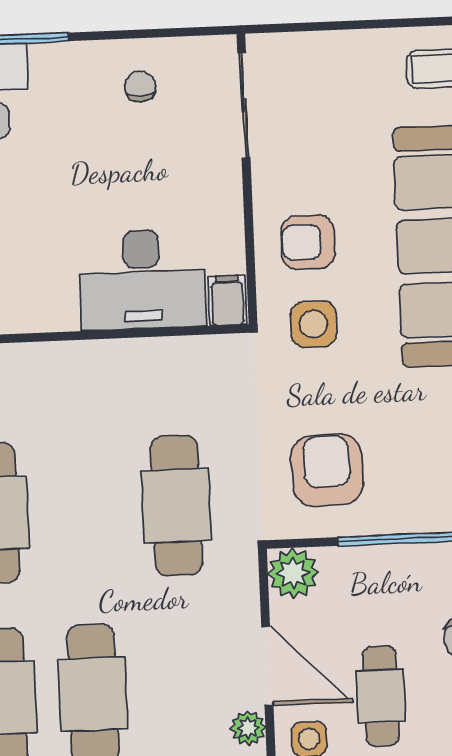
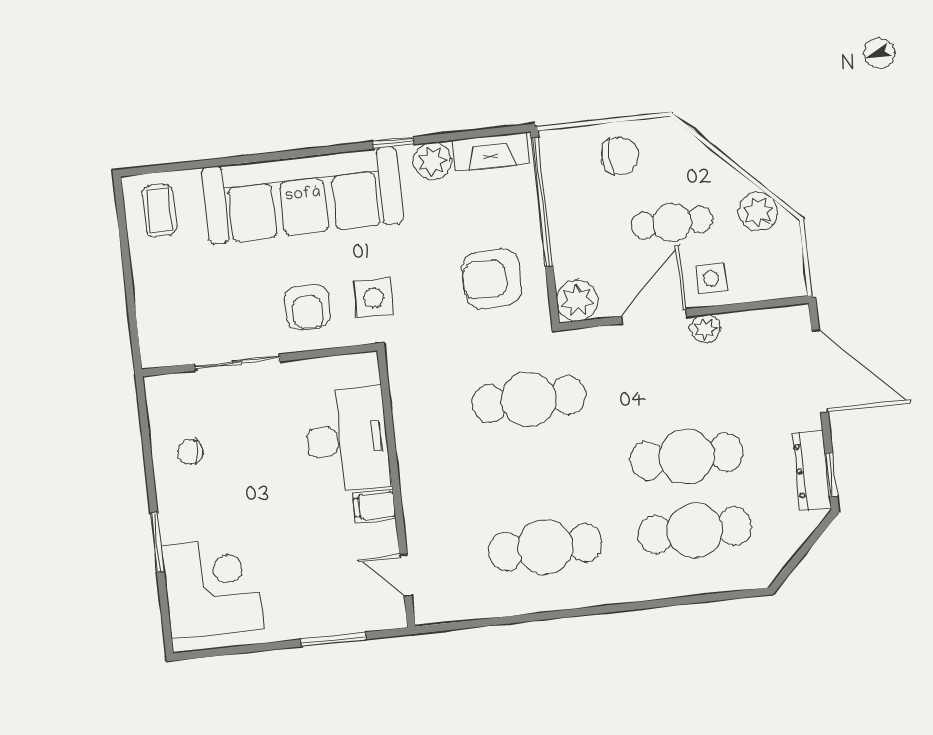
sliding door: (244, 105) -> (237, 362), moved
filing cabinet: (227, 300) -> (374, 506), moved

